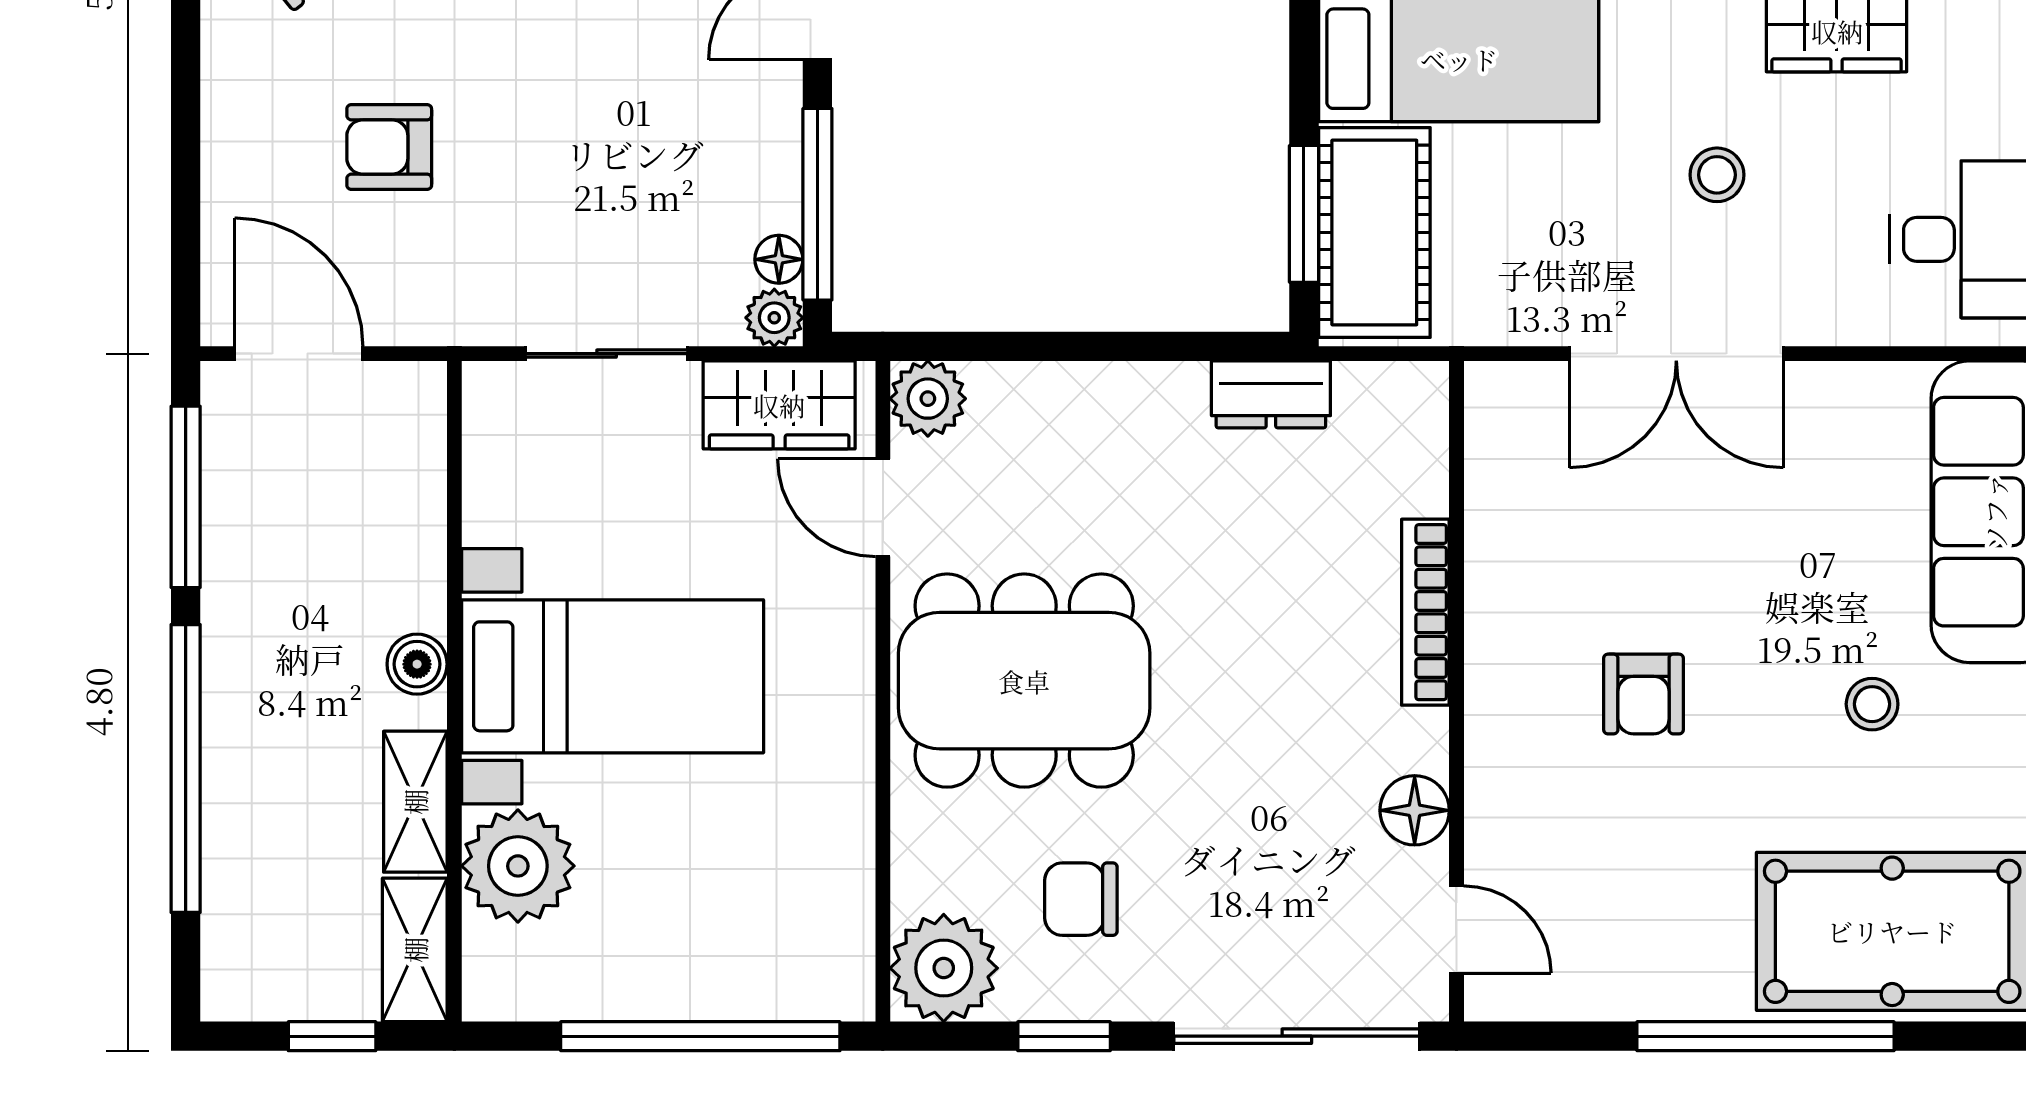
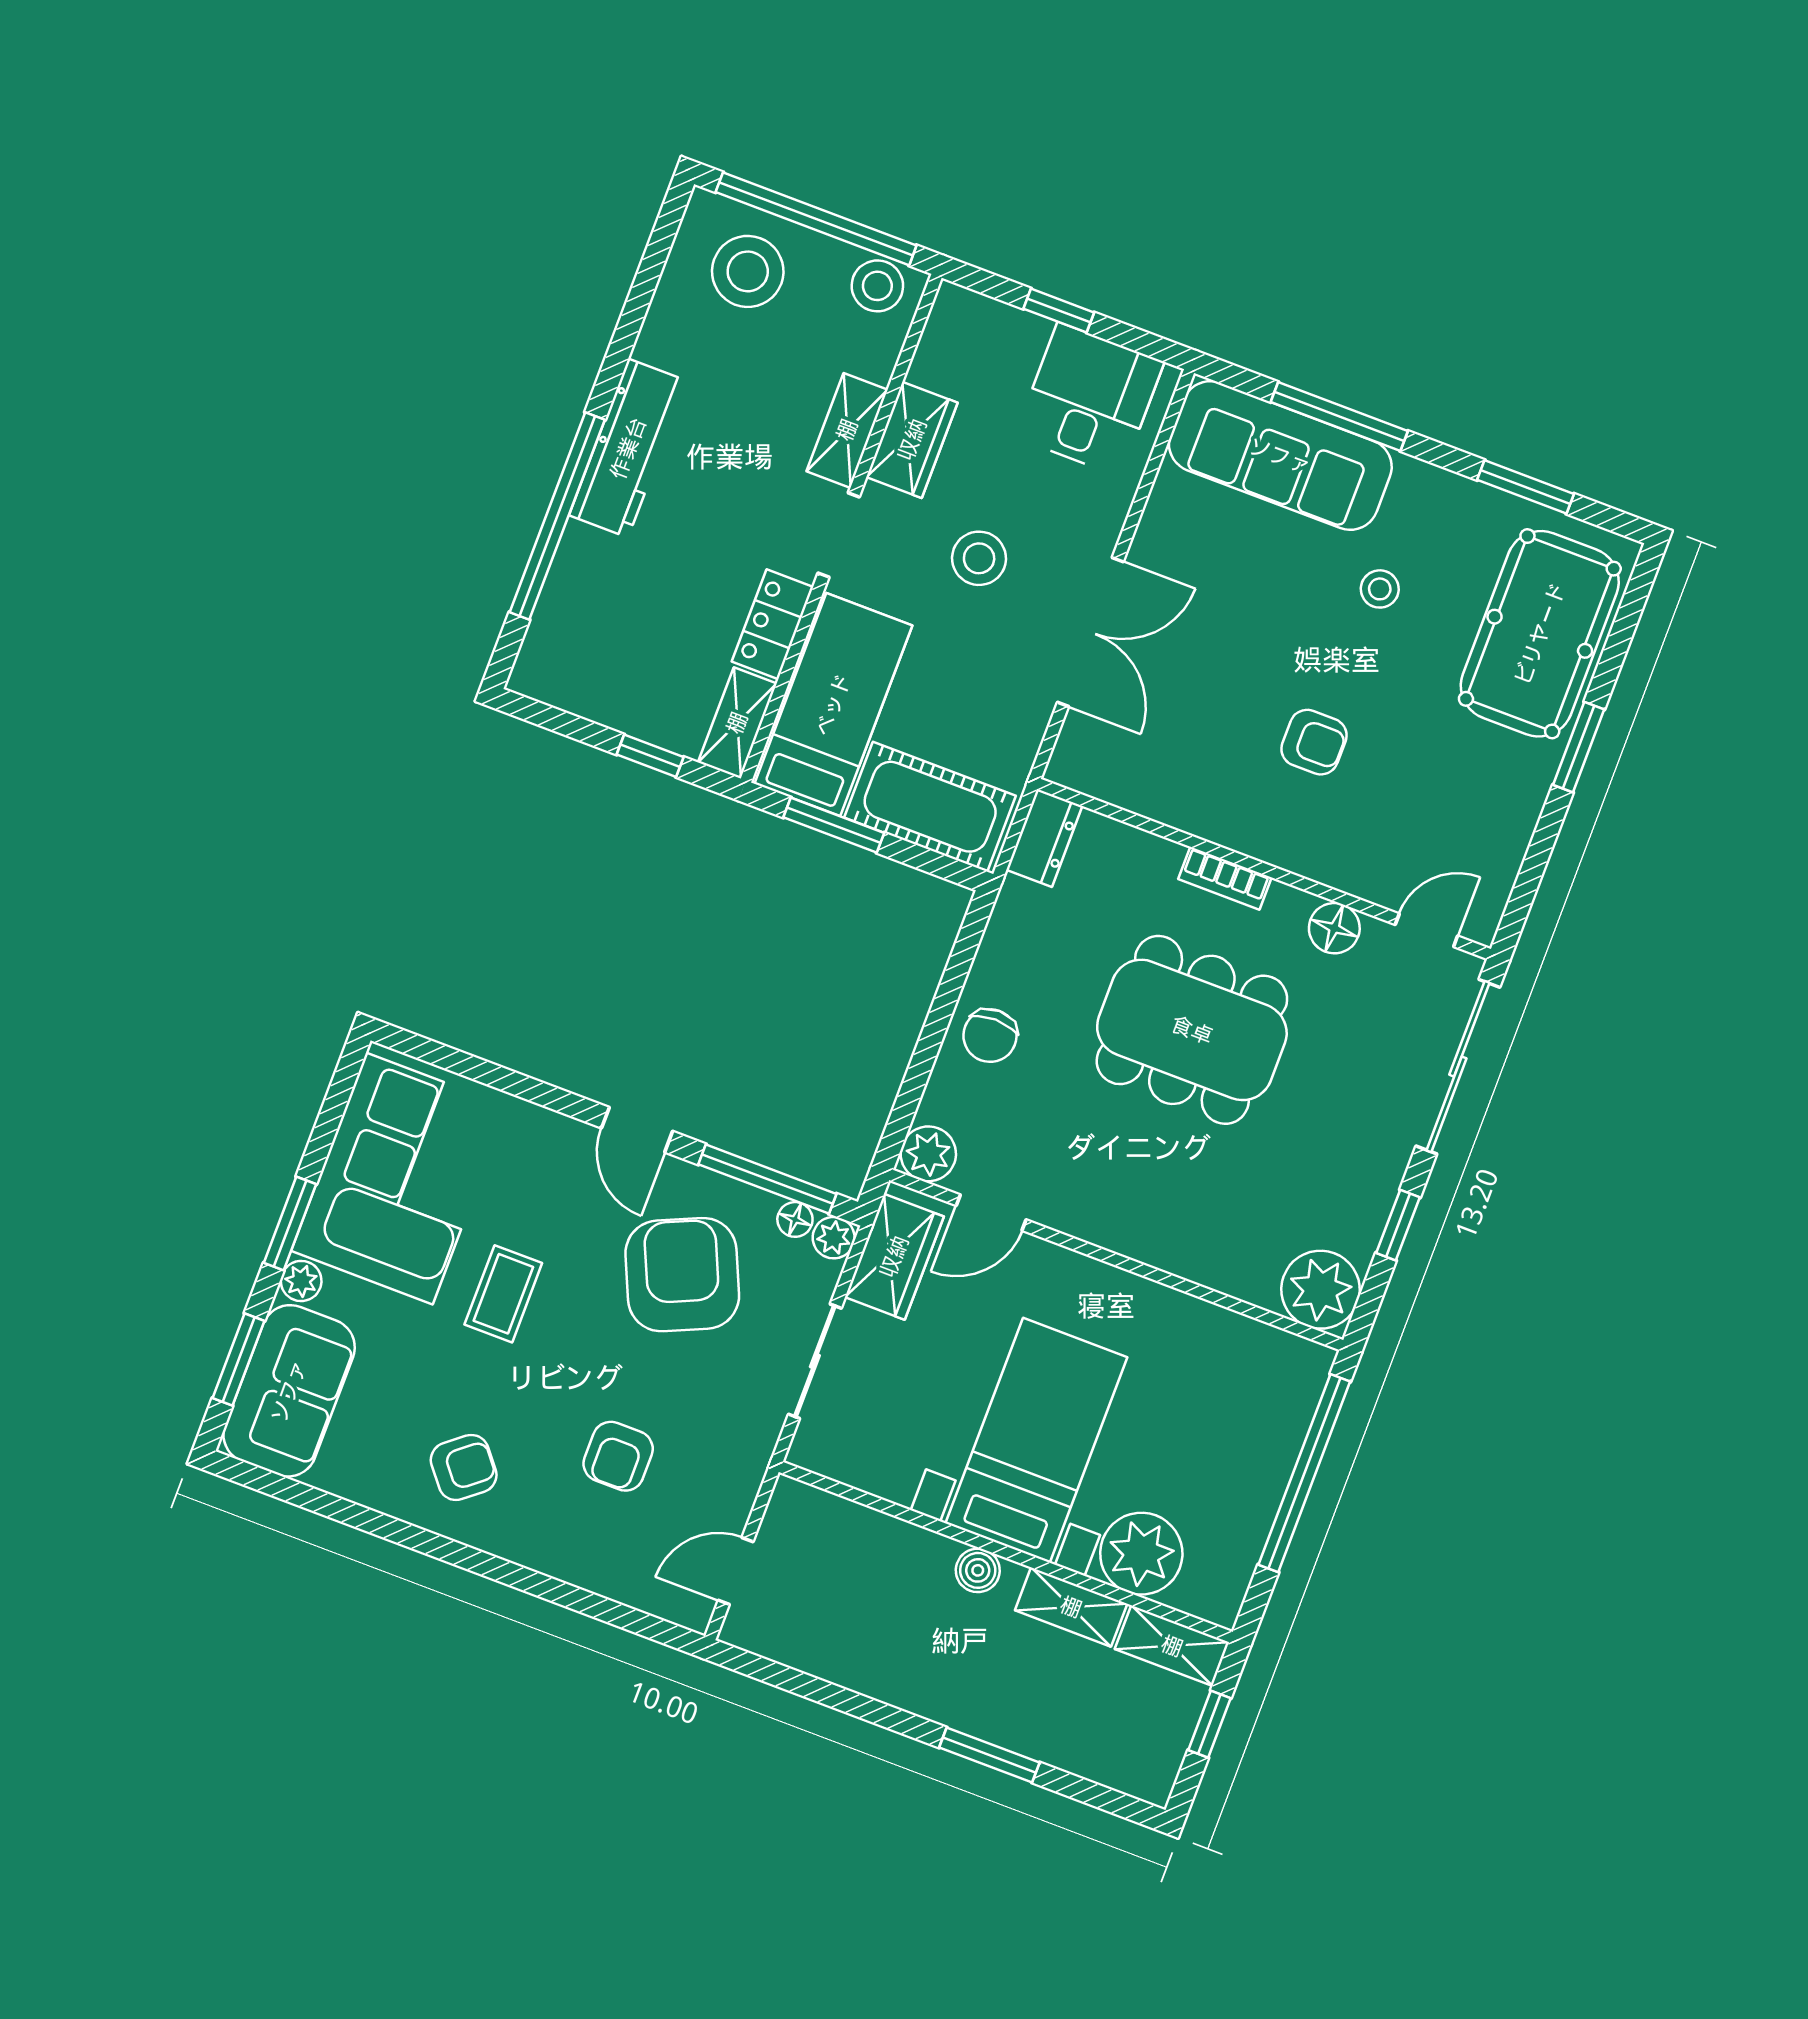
armchair: (653, 141) -> (682, 1275), added
stool: (1717, 175) -> (979, 558), width x1.37, depth x1.37
window: (1304, 214) -> (834, 825), moved
door: (299, 354) -> (736, 1571), width x0.73
dresser: (1271, 394) -> (1044, 838), moved
window: (186, 497) -> (804, 1685), removed
bookcase: (1425, 612) -> (1225, 878), width x0.64
dining table: (1024, 681) -> (1192, 1030), moved, turned 90
window: (186, 769) -> (989, 1755), width x0.47
chair: (1081, 899) -> (990, 1036), moved
window: (1766, 1036) -> (1579, 747), width x0.47

